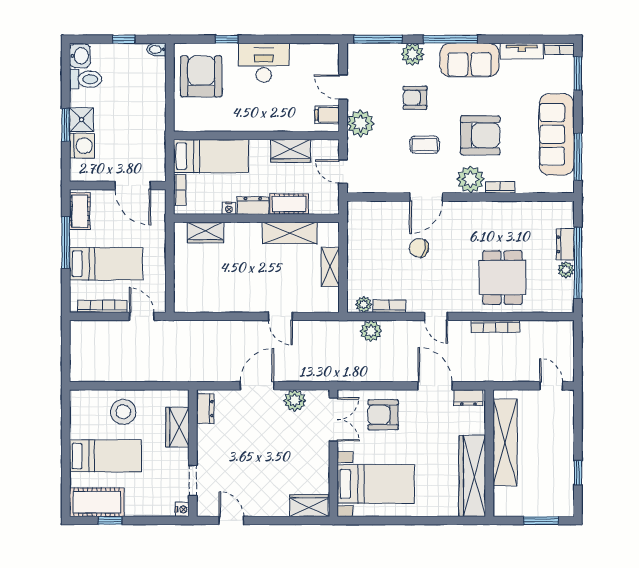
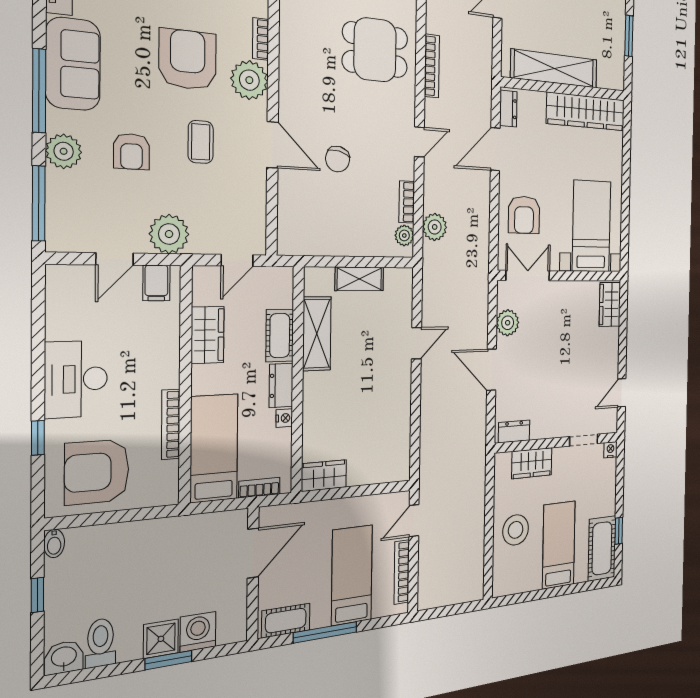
bookcase: (230, 125) -> (171, 424), added
wardrobe: (205, 232) -> (324, 476), moved, turned -90

